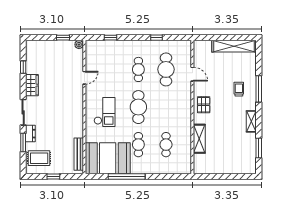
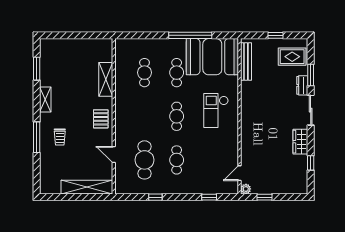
shelving: (234, 46) -> (87, 187), moved
door: (84, 78) -> (239, 173), moved
cafe table: (138, 107) -> (177, 116), width x0.73, depth x0.74

